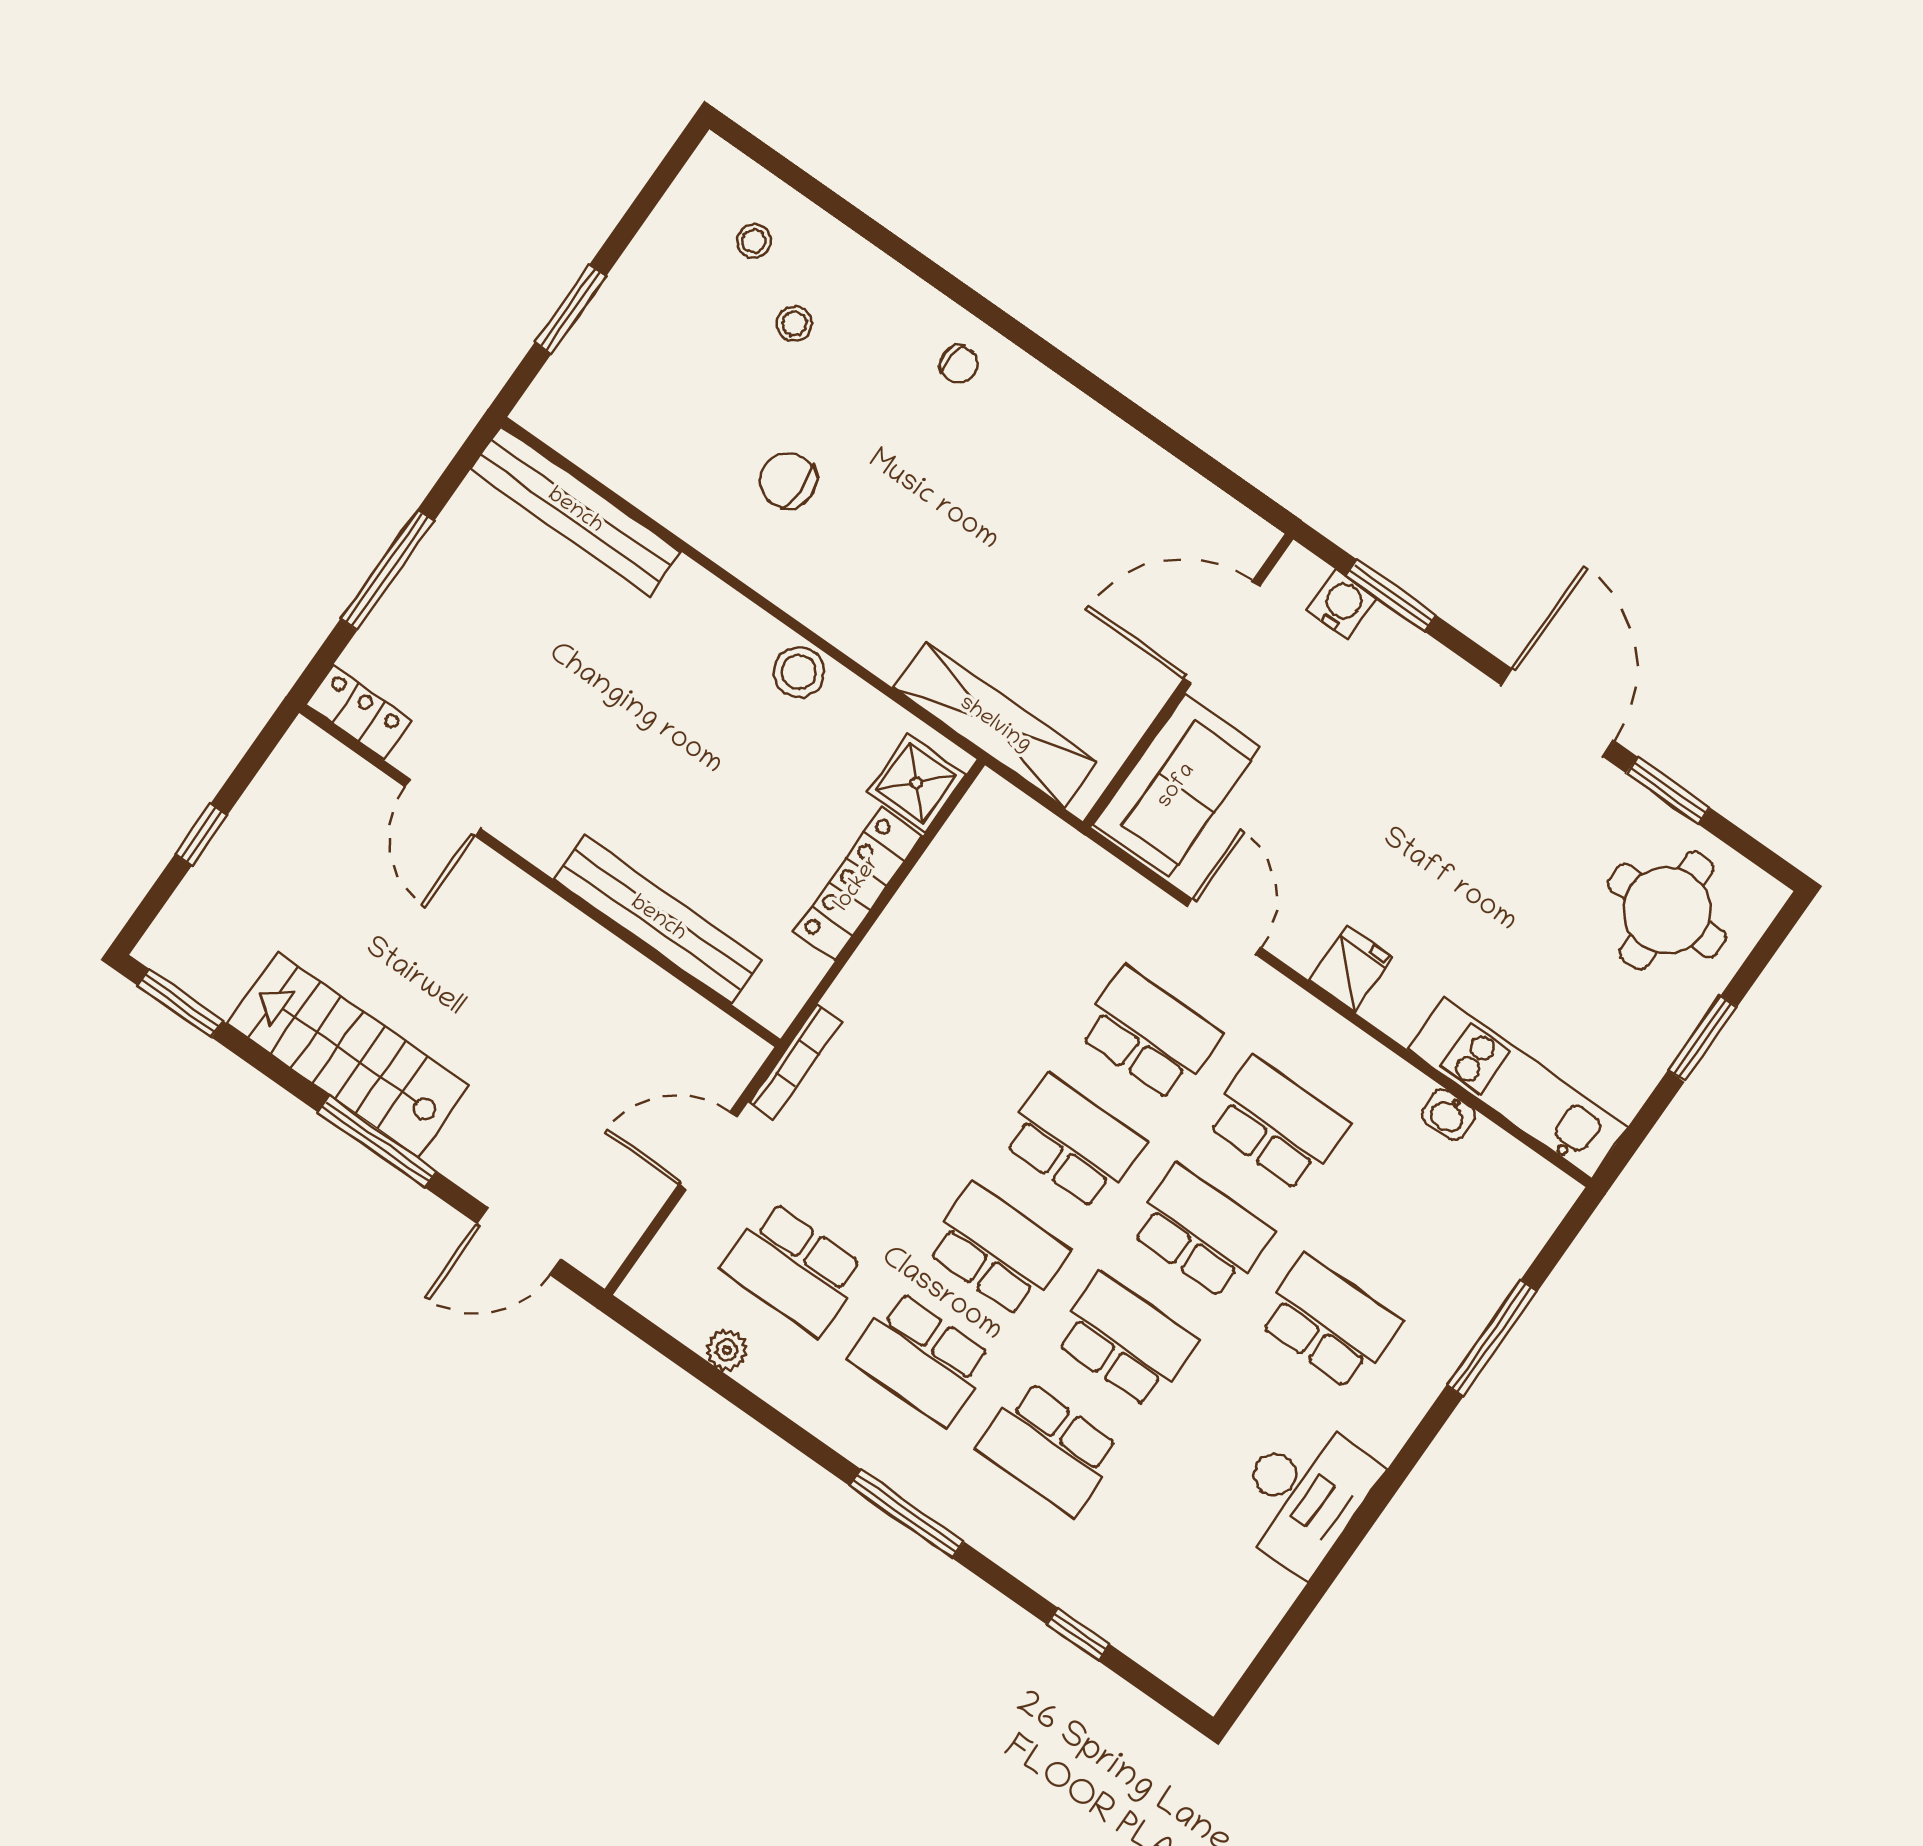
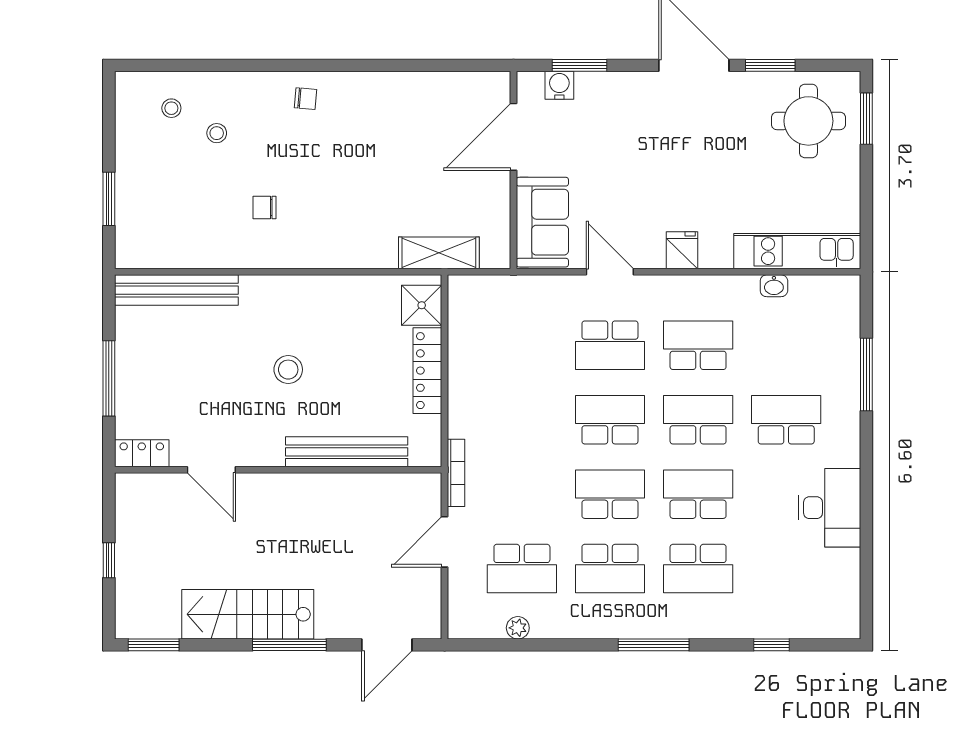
chair: (788, 481) -> (264, 207), width x0.73, depth x0.73
stool: (799, 672) -> (288, 370), moved
shelving: (995, 725) -> (439, 253), width x0.68
school desk: (1149, 1034) -> (610, 345), turned 180
window: (1703, 1039) -> (866, 119), moved

